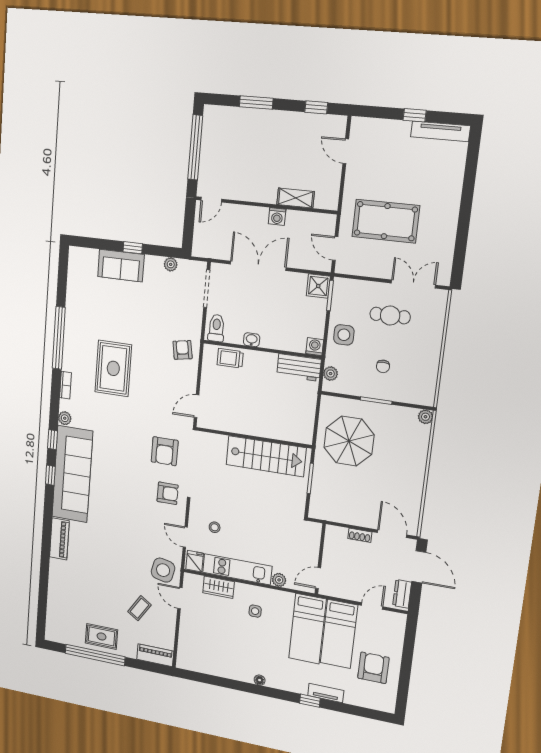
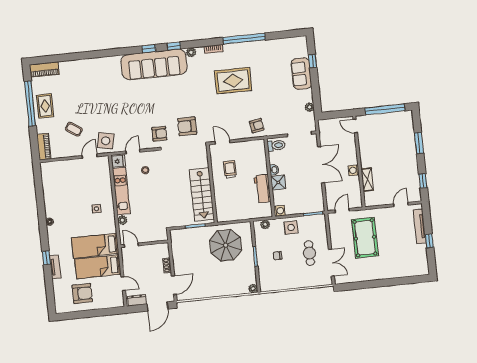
tv unit: (440, 131) -> (420, 226), moved
window: (133, 248) -> (312, 61), moved
shower: (318, 286) -> (278, 182), moved
trolley: (230, 358) -> (230, 169), moved
workbench: (299, 367) -> (262, 189), moved
armchair: (168, 493) -> (159, 134), turned -90
piano: (59, 539) -> (44, 69), moved
wardrobe: (218, 587) -> (105, 181), removed

